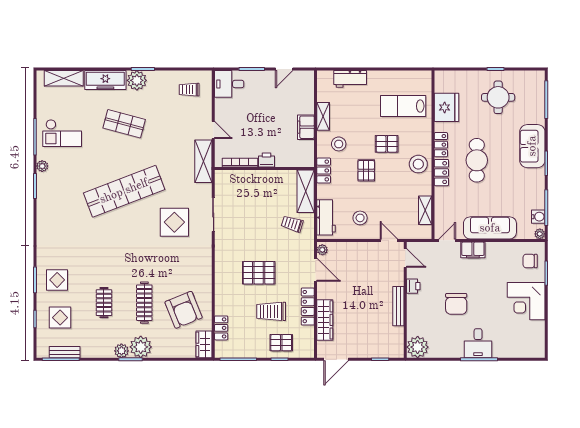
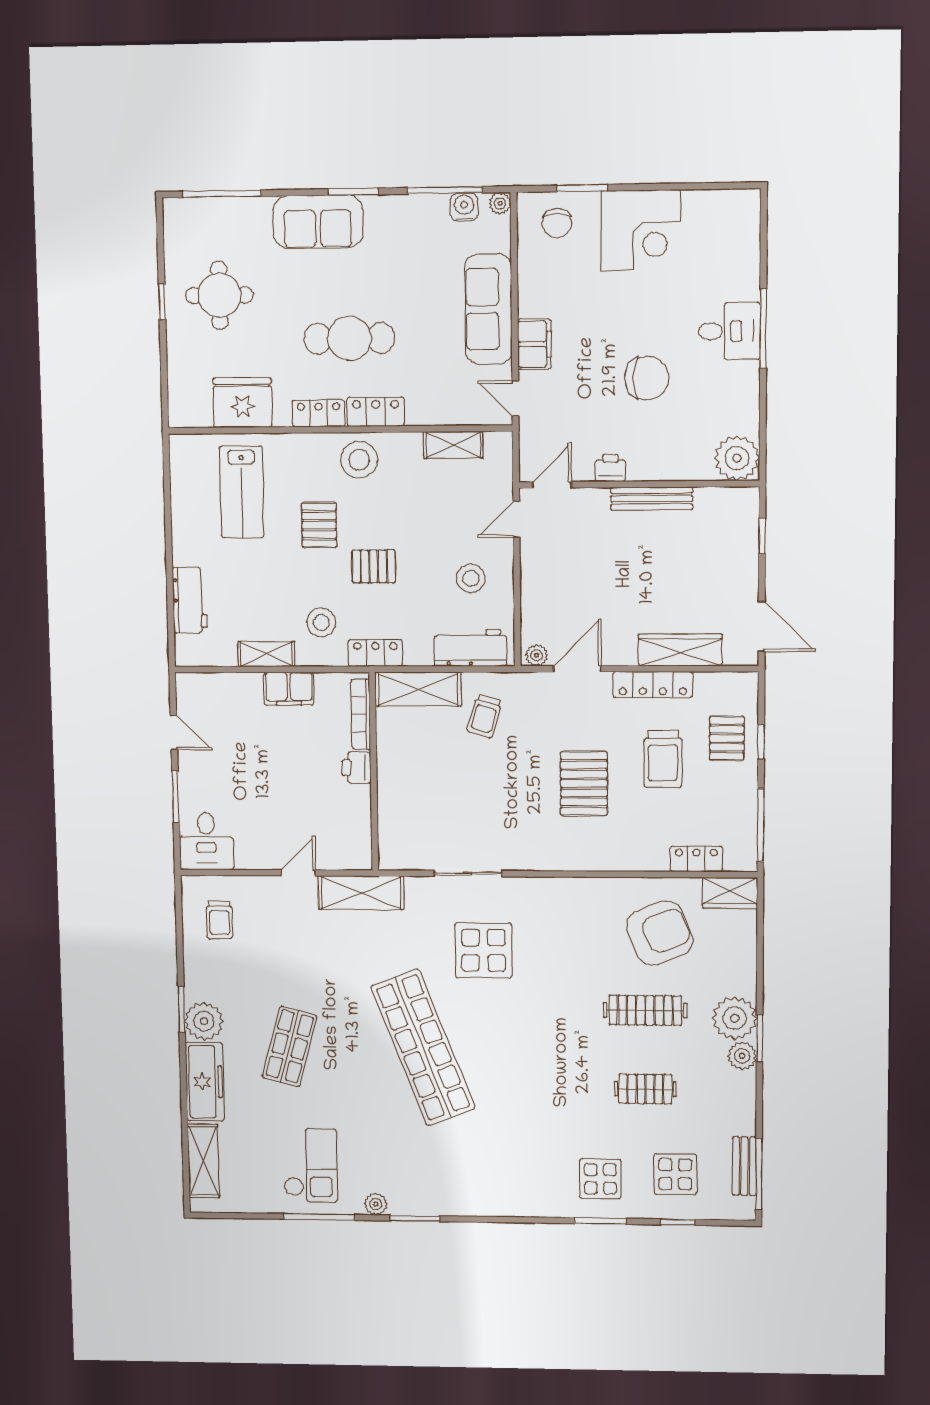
bookcase: (240, 163) -> (361, 715), moved

